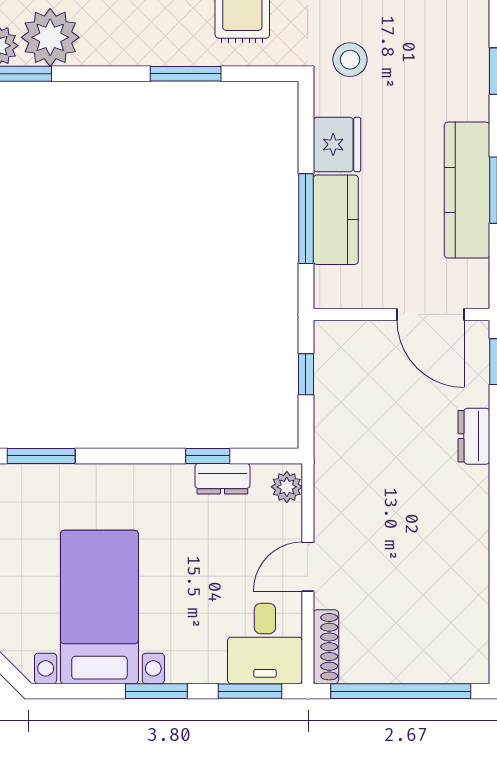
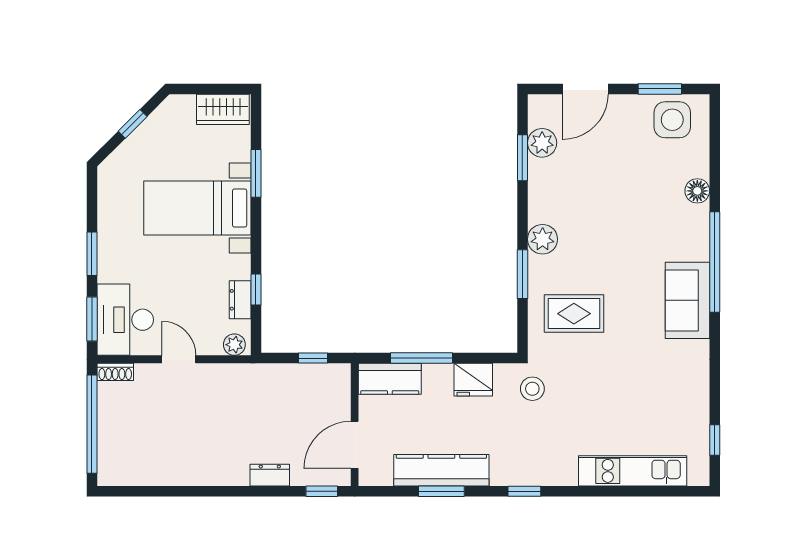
plant: (50, 37) -> (543, 239), moved, width x0.73, depth x0.73
kitchen counter: (336, 220) -> (390, 379), moved
bed with nightstands: (99, 607) -> (197, 208), moved, turned 180
desk: (265, 644) -> (125, 320), width x1.37
shoe rack: (326, 647) -> (115, 372), width x0.70

